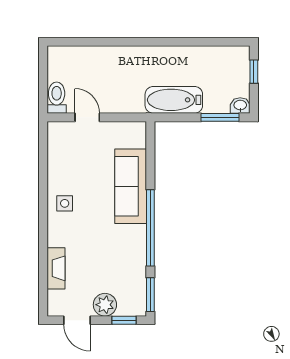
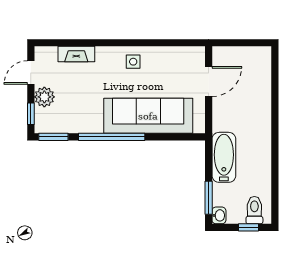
toilet: (57, 98) -> (254, 210), moved, turned -90
door: (87, 117) -> (209, 82), width x1.38
sofa: (131, 186) -> (148, 116), width x1.36, depth x1.27

